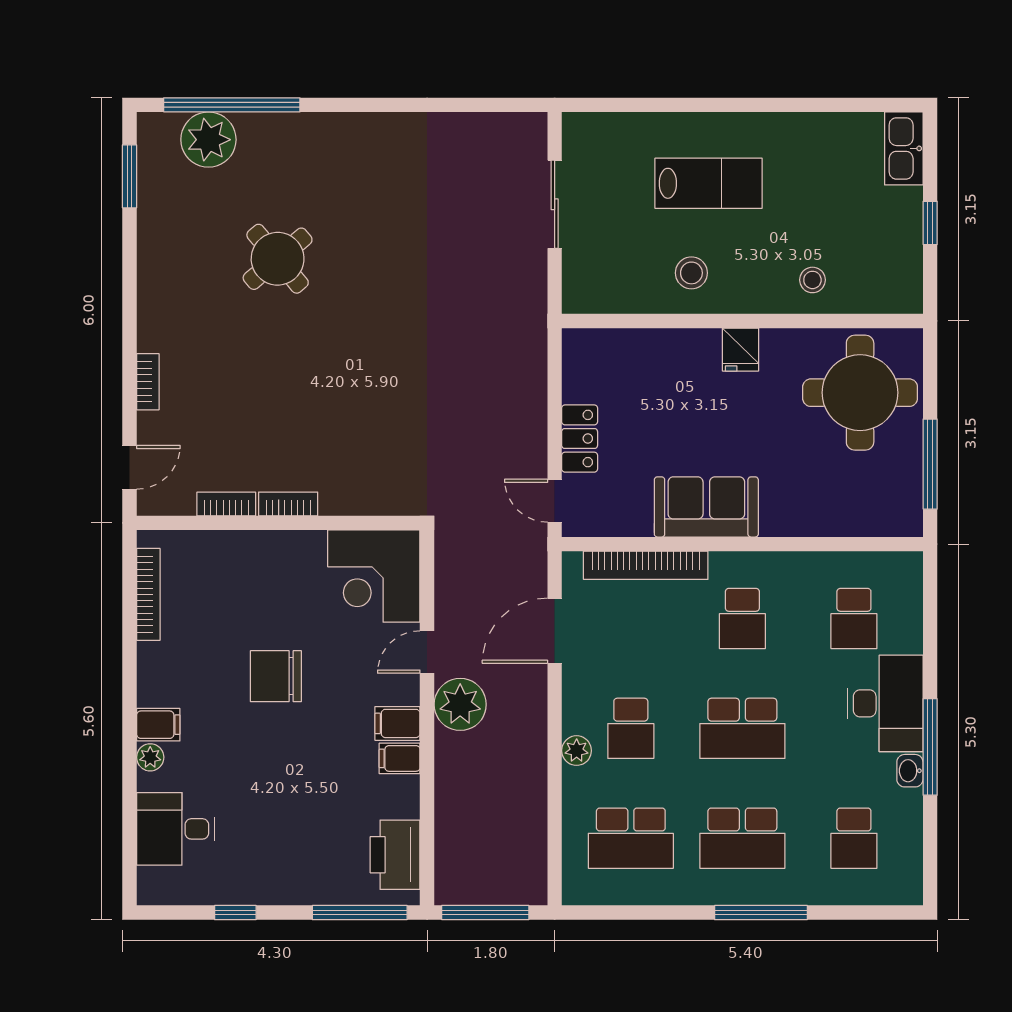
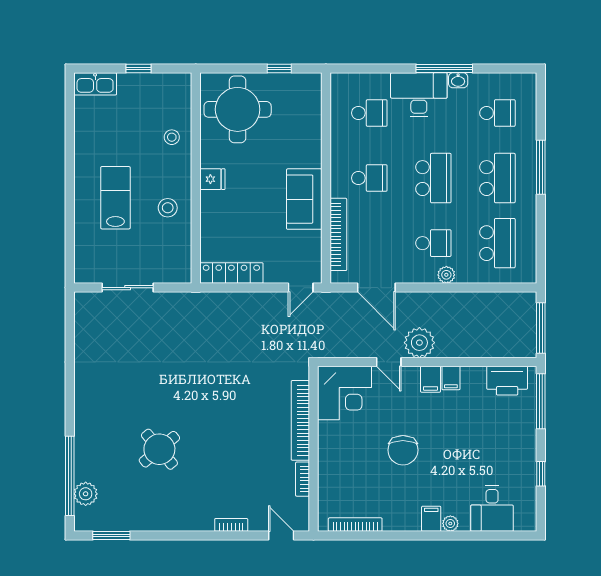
plant: (208, 140) -> (86, 494), width x0.73, depth x0.73
locker: (580, 439) -> (231, 273), moved, width x1.53
window: (930, 464) -> (279, 69), width x0.46
bookcase: (288, 504) -> (300, 420), width x2.31, depth x1.31

